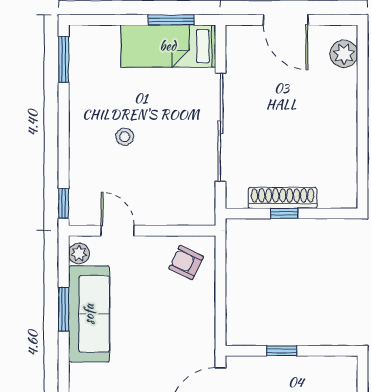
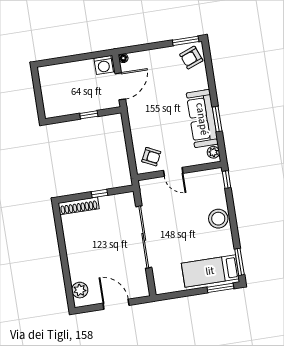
window: (171, 20) -> (220, 288), moved
bed: (168, 46) -> (210, 271), moved, turned 180
stool: (125, 137) -> (218, 219), moved, width x1.89, depth x1.89
shoe rack: (283, 198) -> (79, 206), moved
door: (118, 231) -> (173, 172), moved

